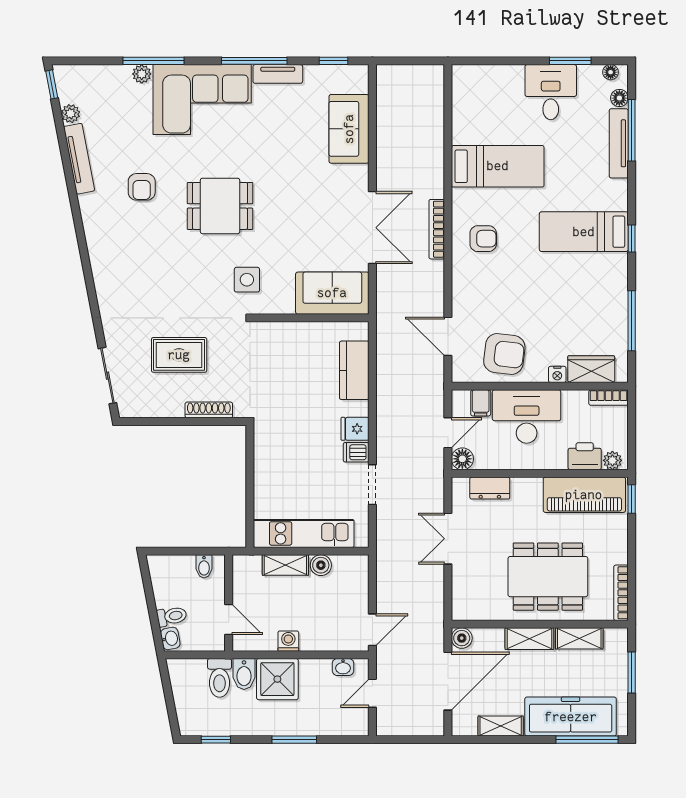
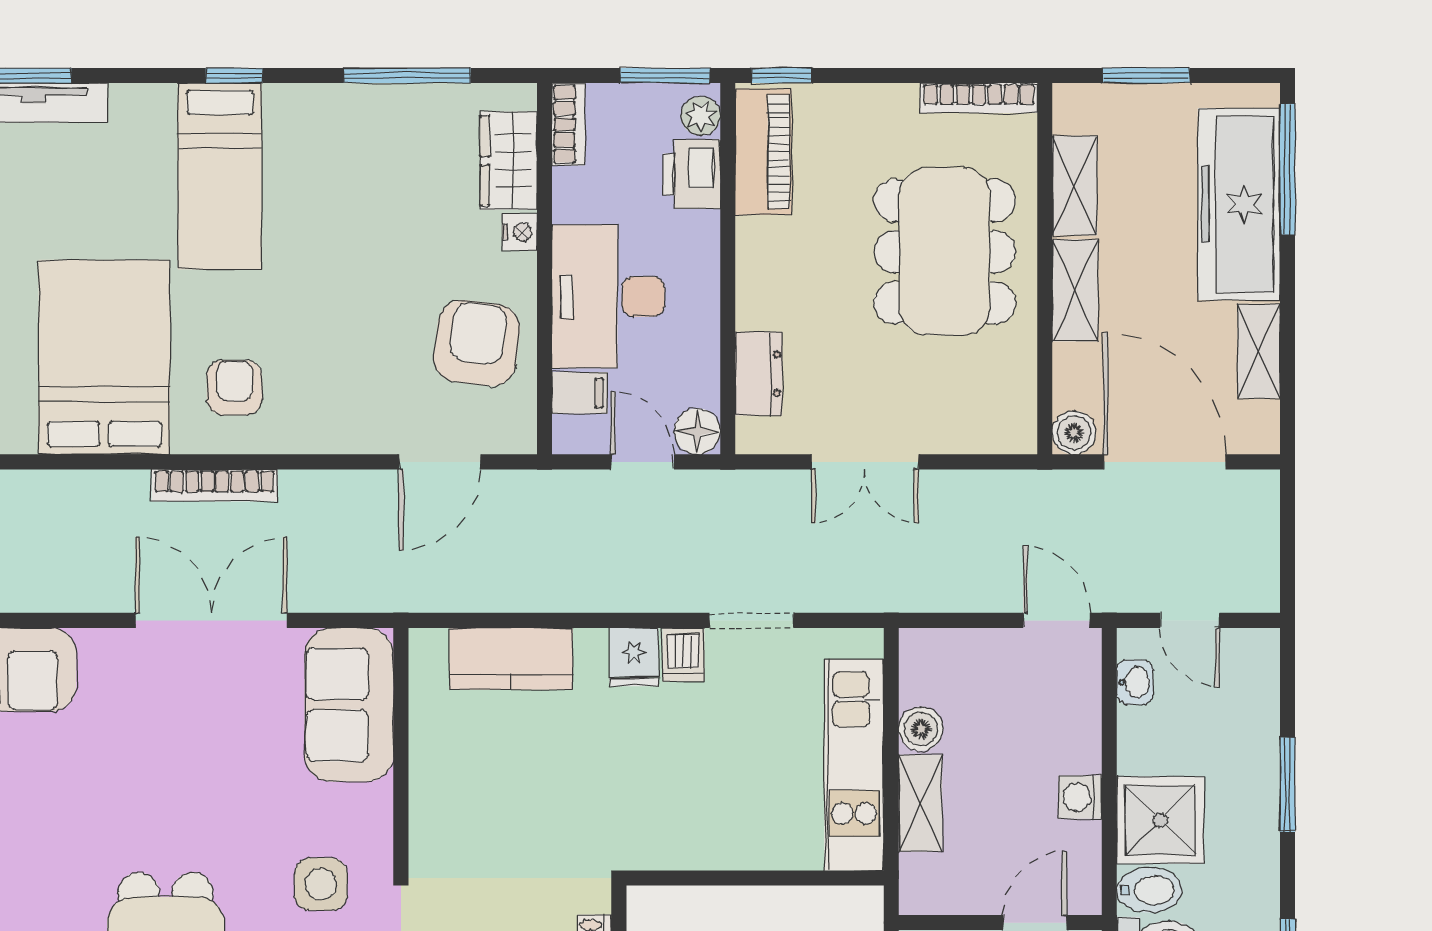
bed: (498, 166) -> (104, 357), width x1.50
window: (632, 443) -> (665, 76), added
piano: (584, 495) -> (763, 152), width x0.73, depth x0.75

